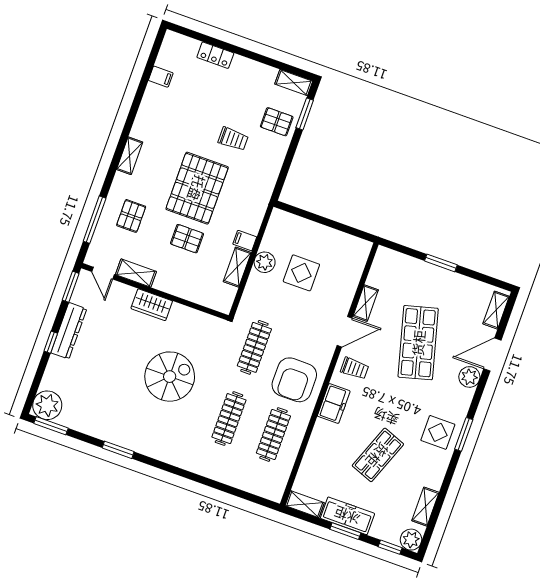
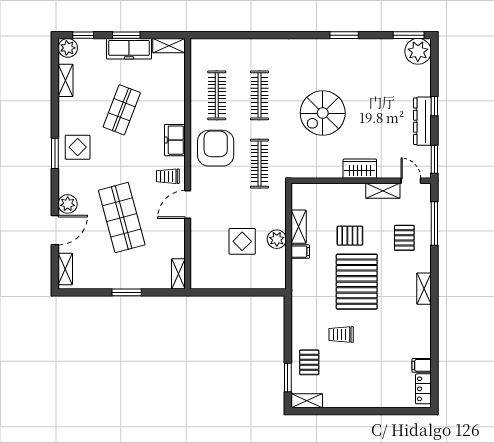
locker: (215, 55) -> (423, 389), moved, turned -90
pallet: (277, 122) -> (309, 362), turned 90
shelving: (366, 303) -> (178, 274), moved

